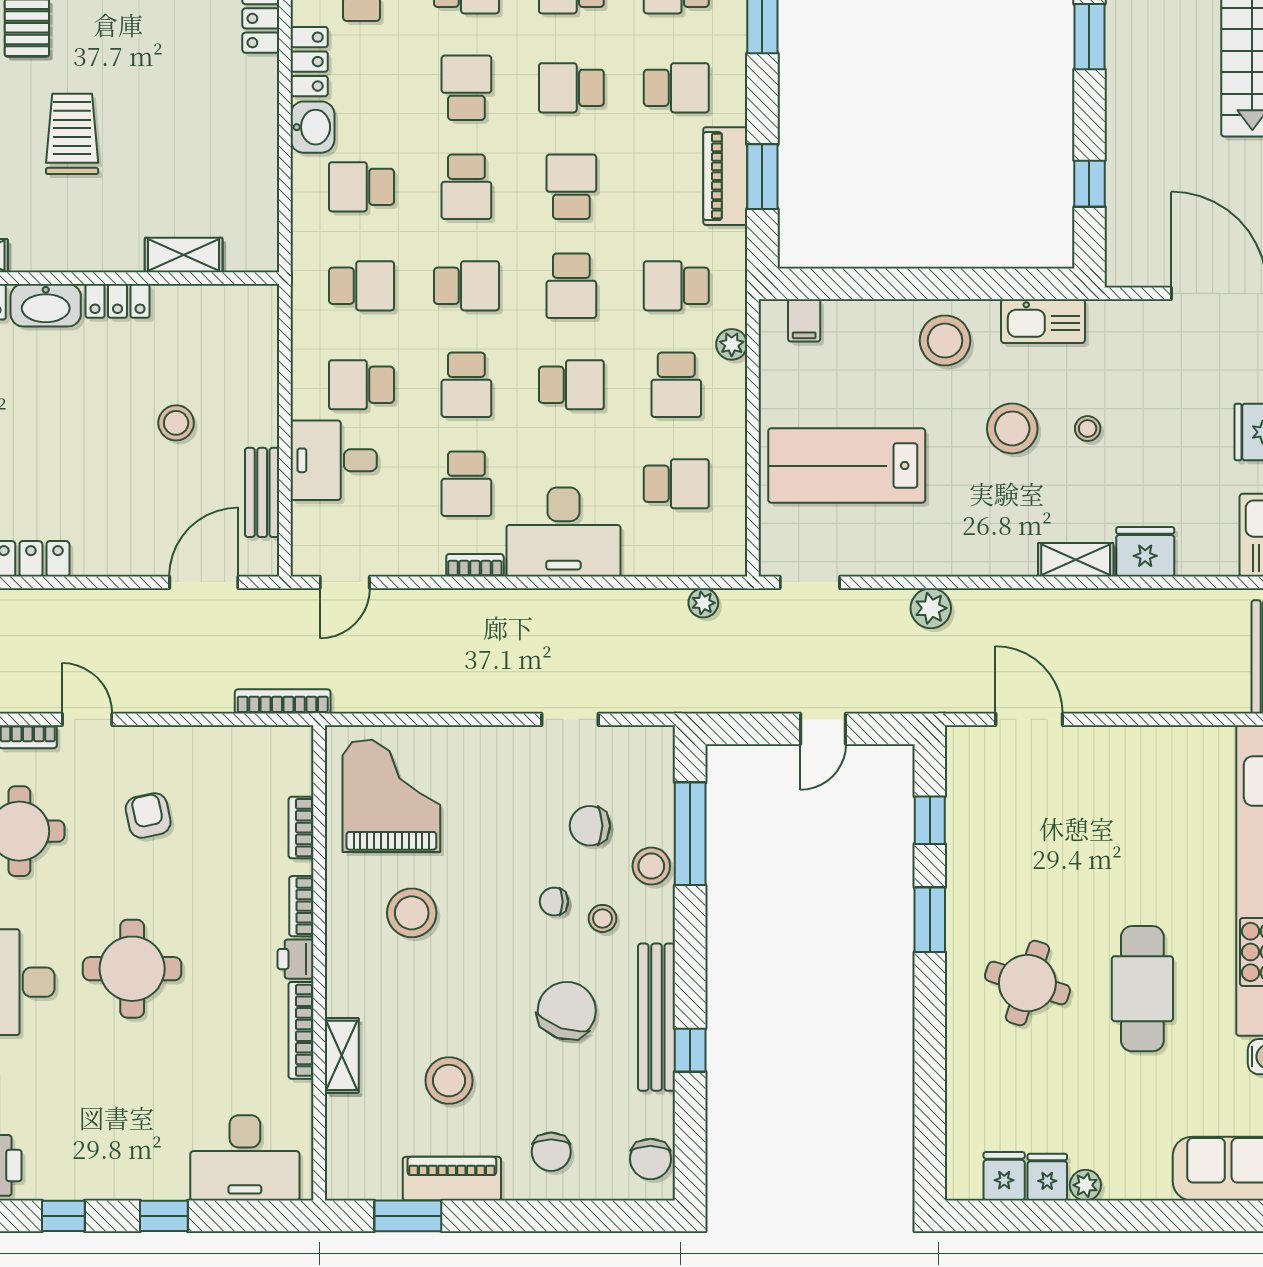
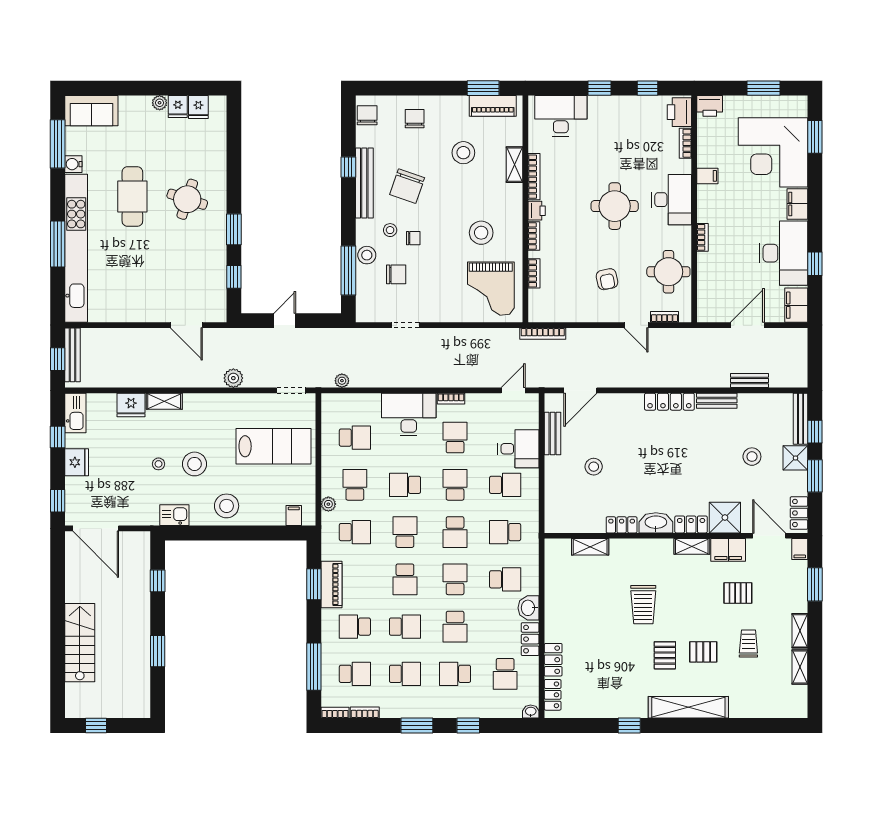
school desk: (466, 286) -> (455, 532), turned -90
kitchen sink: (1043, 321) -> (174, 515), width x0.73
school desk: (676, 484) -> (355, 438), turned 180
piano: (452, 1179) -> (493, 106), moved

